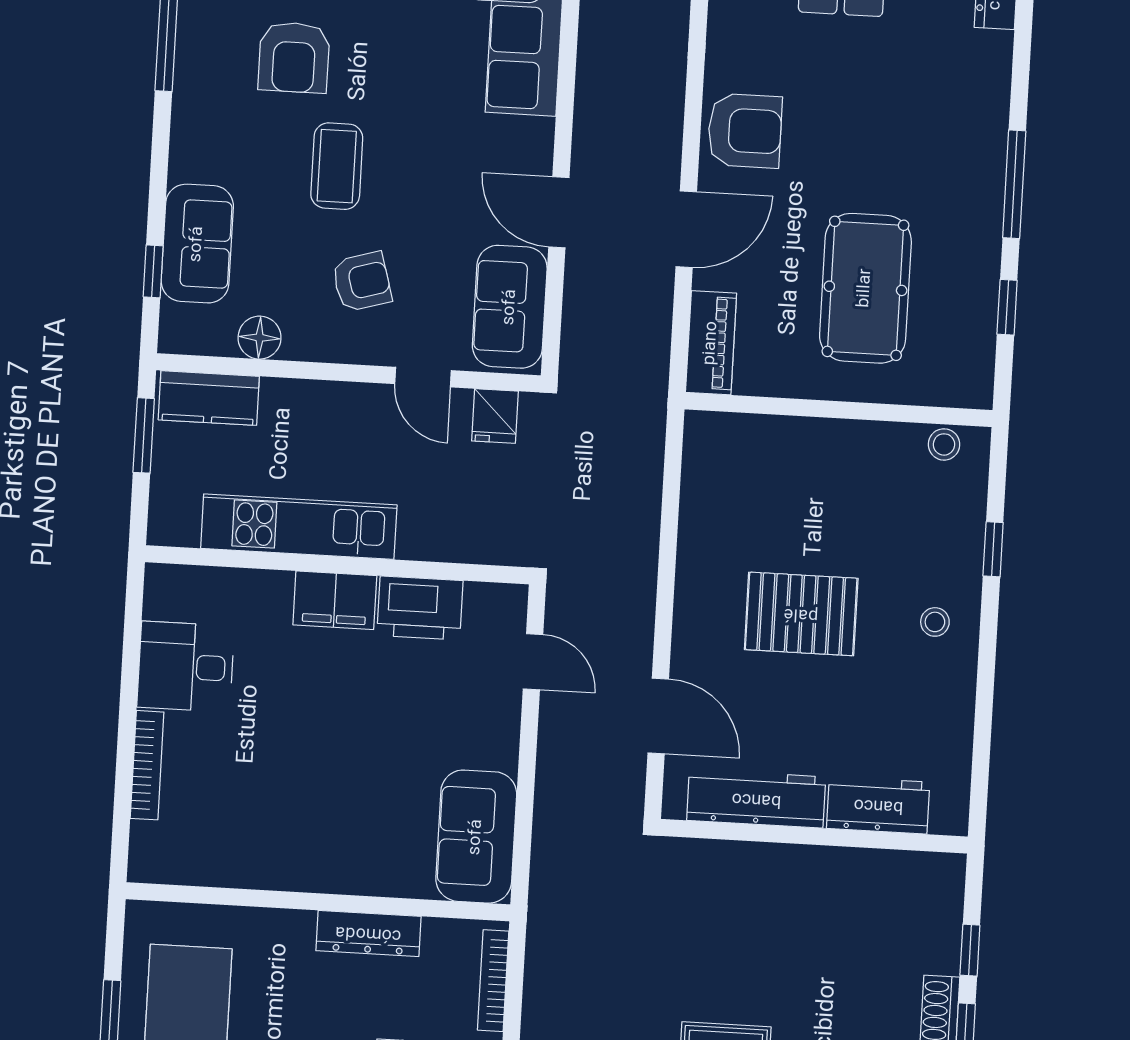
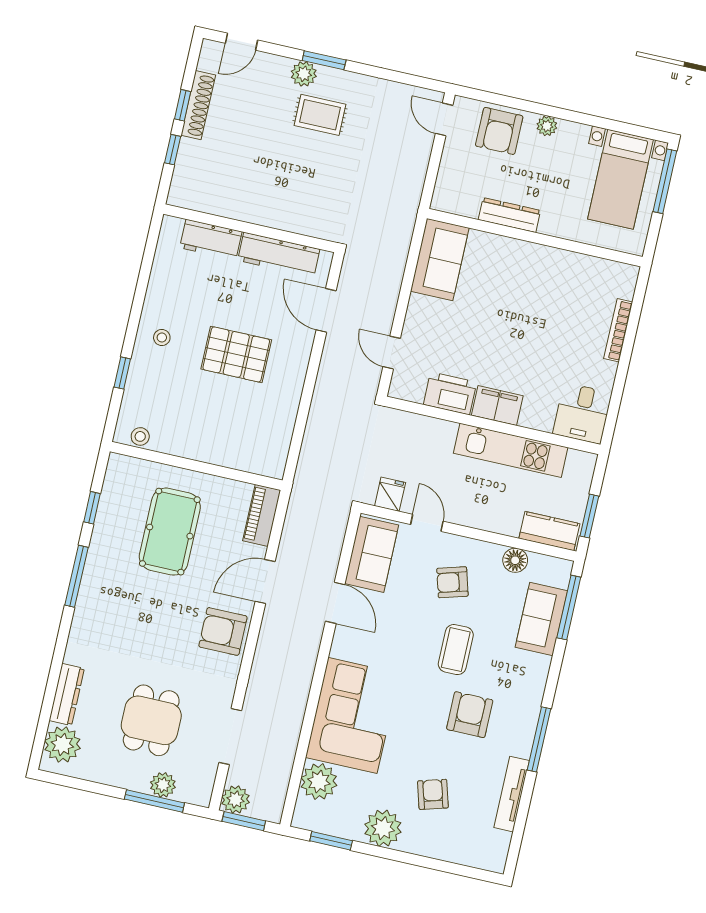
window: (153, 271) -> (569, 607), width x2.17
desk: (186, 667) -> (582, 413), moved, turned 90
bookcase: (493, 981) -> (444, 177), removed

